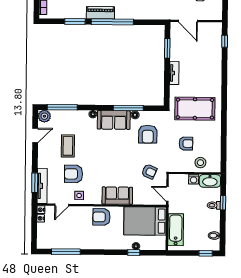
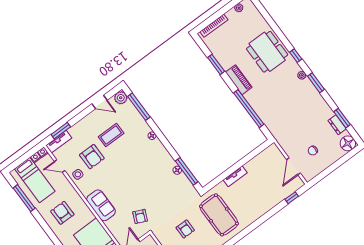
door: (188, 21) -> (294, 166), moved
window: (112, 22) -> (249, 109), moved
window: (167, 48) -> (251, 156), removed
window: (128, 108) -> (187, 171), moved
sofa: (114, 120) -> (160, 156), removed
armchair: (148, 134) -> (169, 192), removed
armchair: (74, 174) -> (92, 157), turned 180
tv unit: (42, 186) -> (59, 142), width x0.71
armchair: (101, 217) -> (62, 213), moved
bed: (58, 233) -> (35, 180), added

